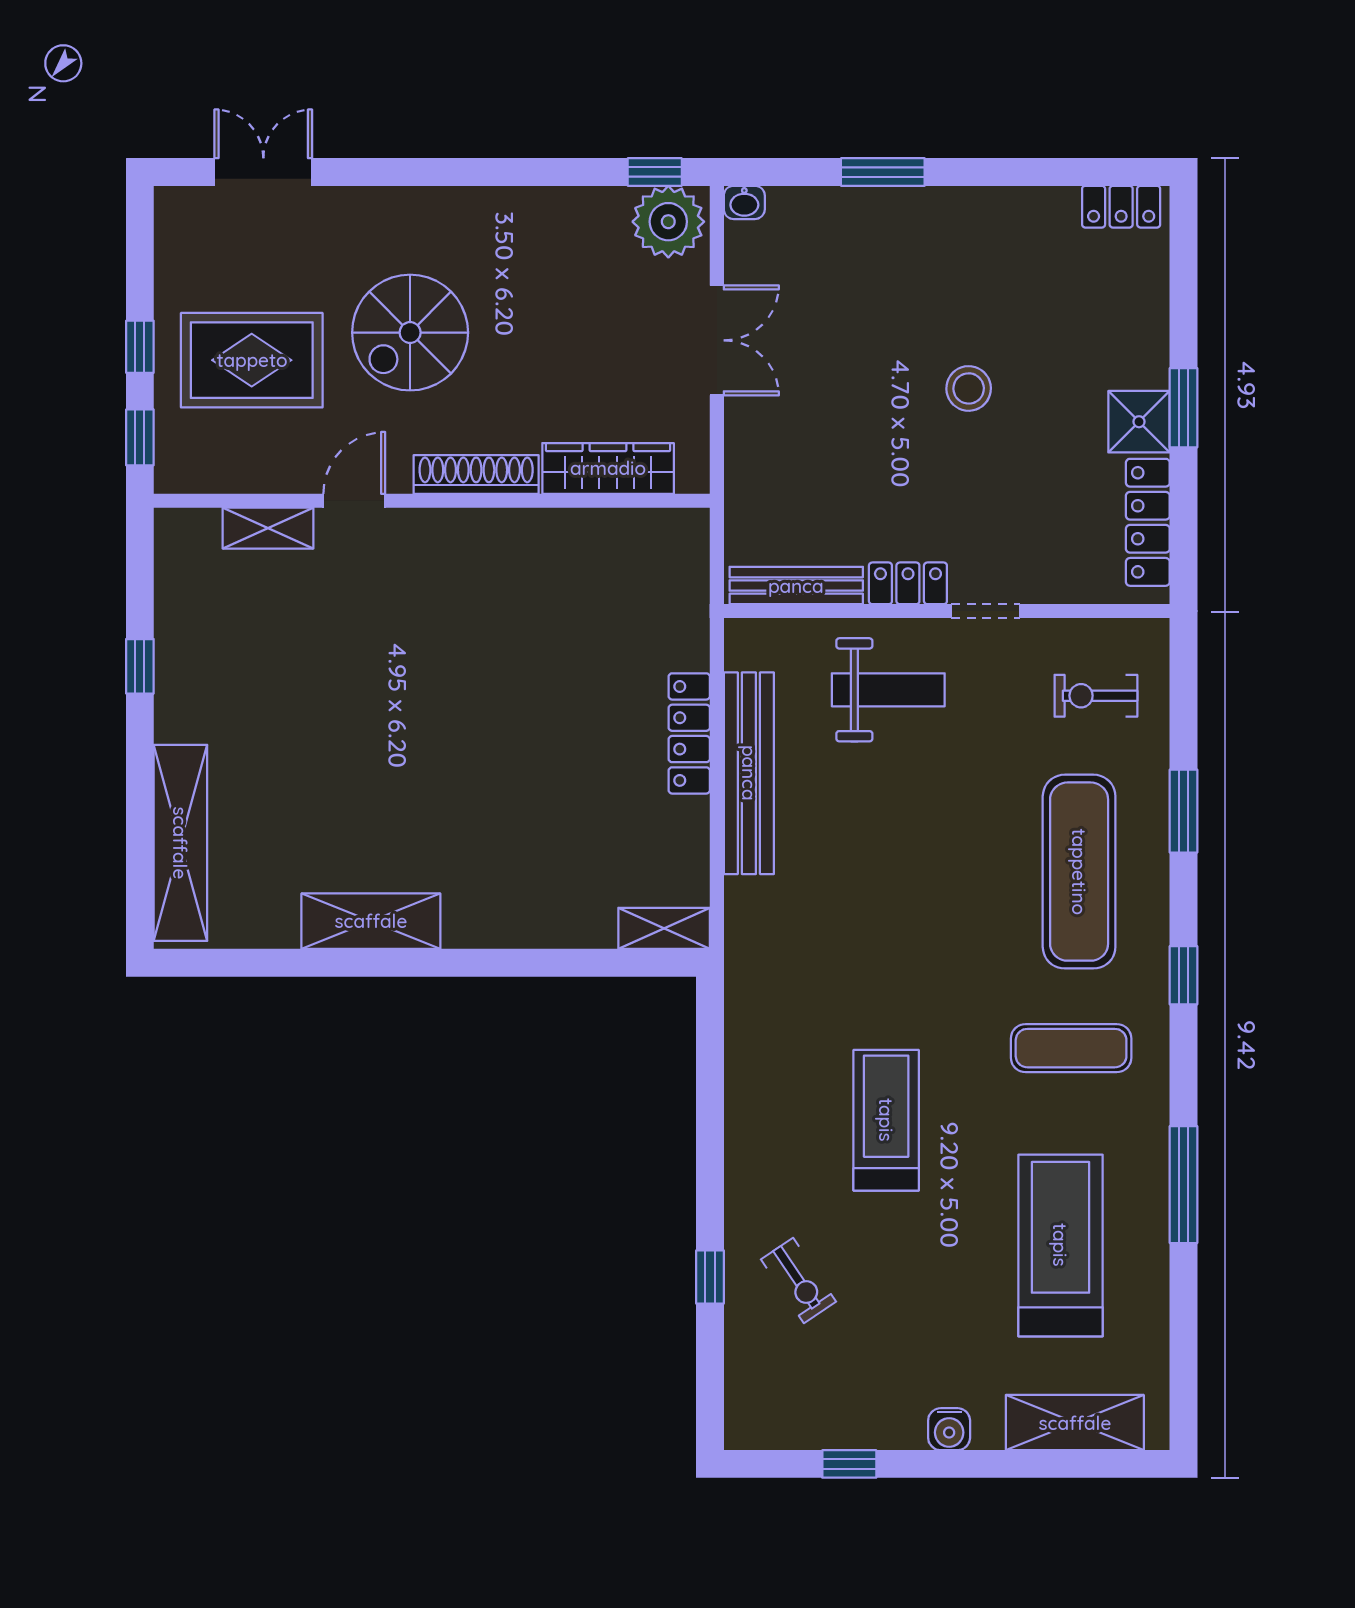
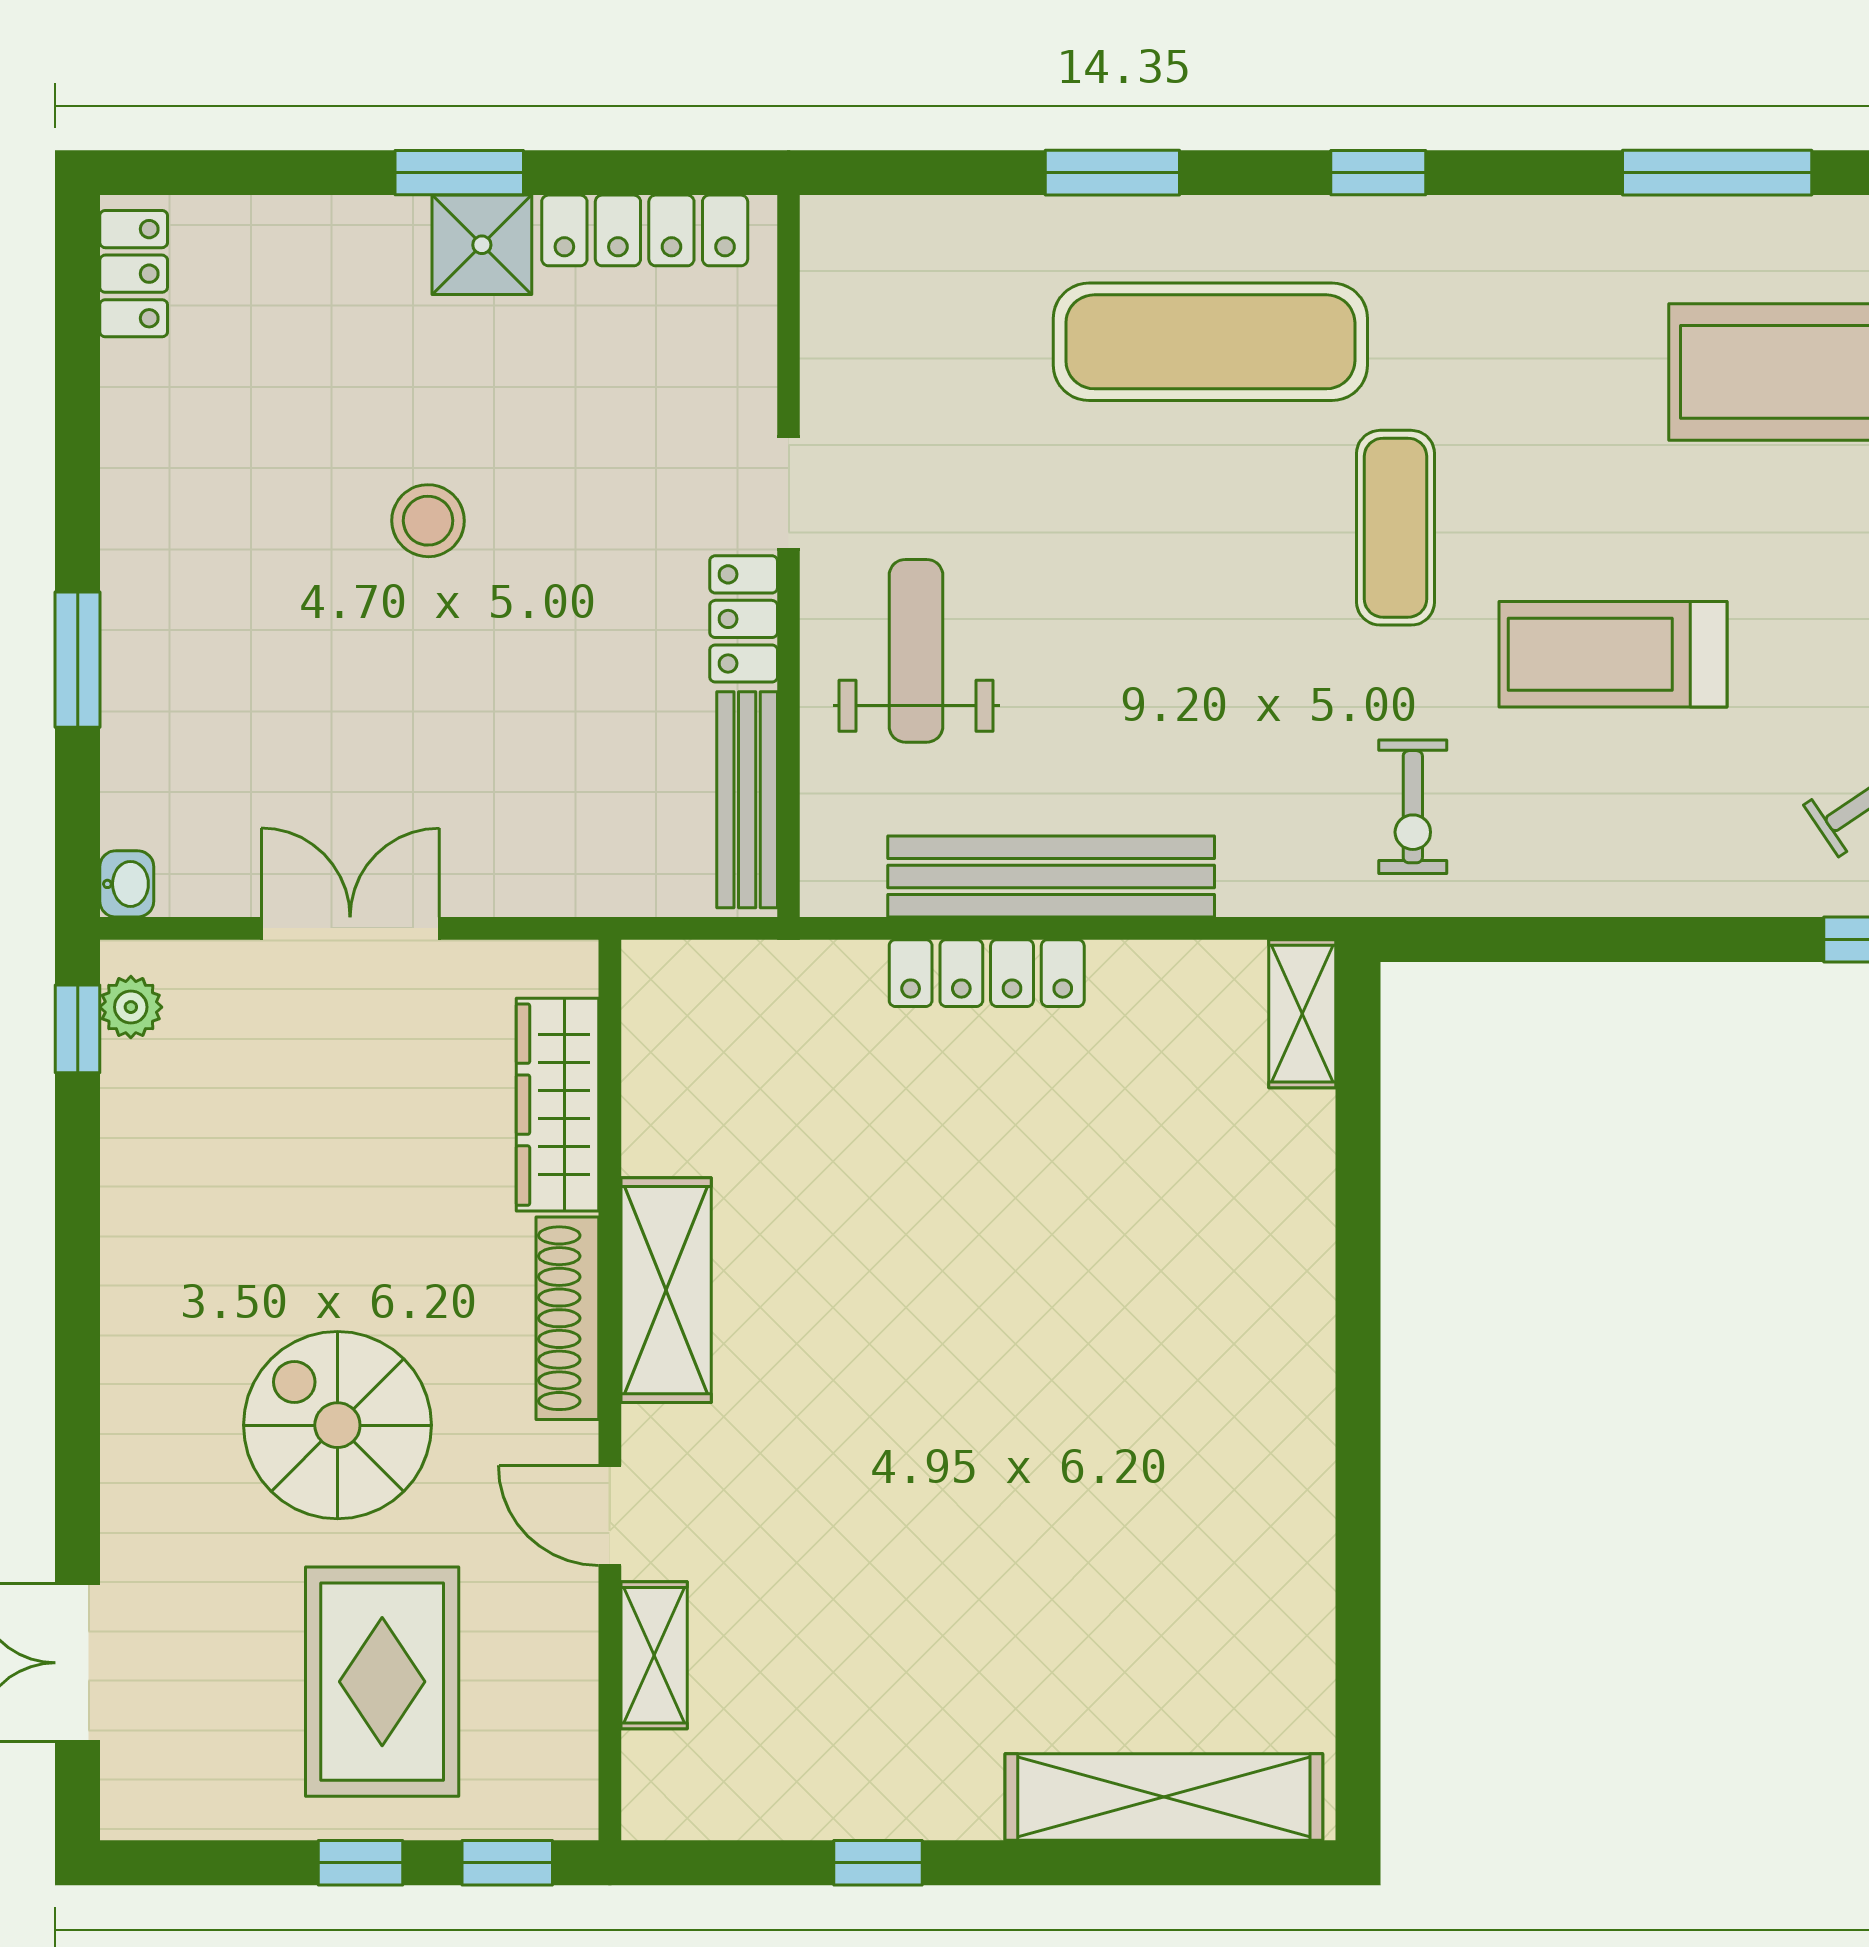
plant: (668, 222) -> (131, 1007), width x0.53, depth x0.53
spiral stairs: (410, 333) -> (337, 1425), turned 180
exercise bike: (1096, 696) -> (1413, 807), moved
shelving: (371, 921) -> (666, 1290), moved
exercise mat: (1071, 1048) -> (1396, 528), moved

